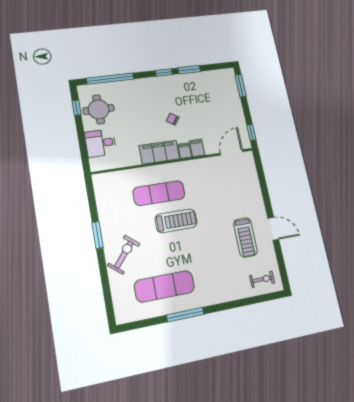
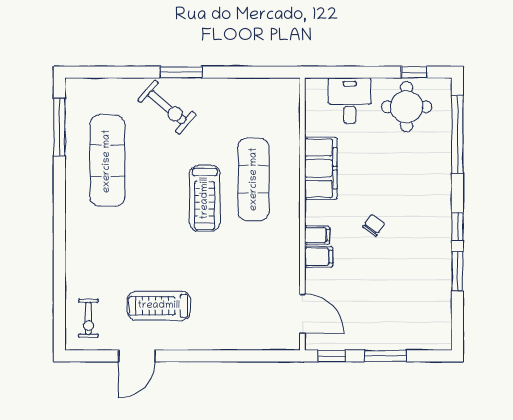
window: (241, 86) -> (385, 356), moved
filing cabinet: (159, 152) -> (321, 168), moved
door: (273, 229) -> (137, 356), moved
window: (97, 235) -> (181, 72), moved
window: (185, 315) -> (59, 127), moved

